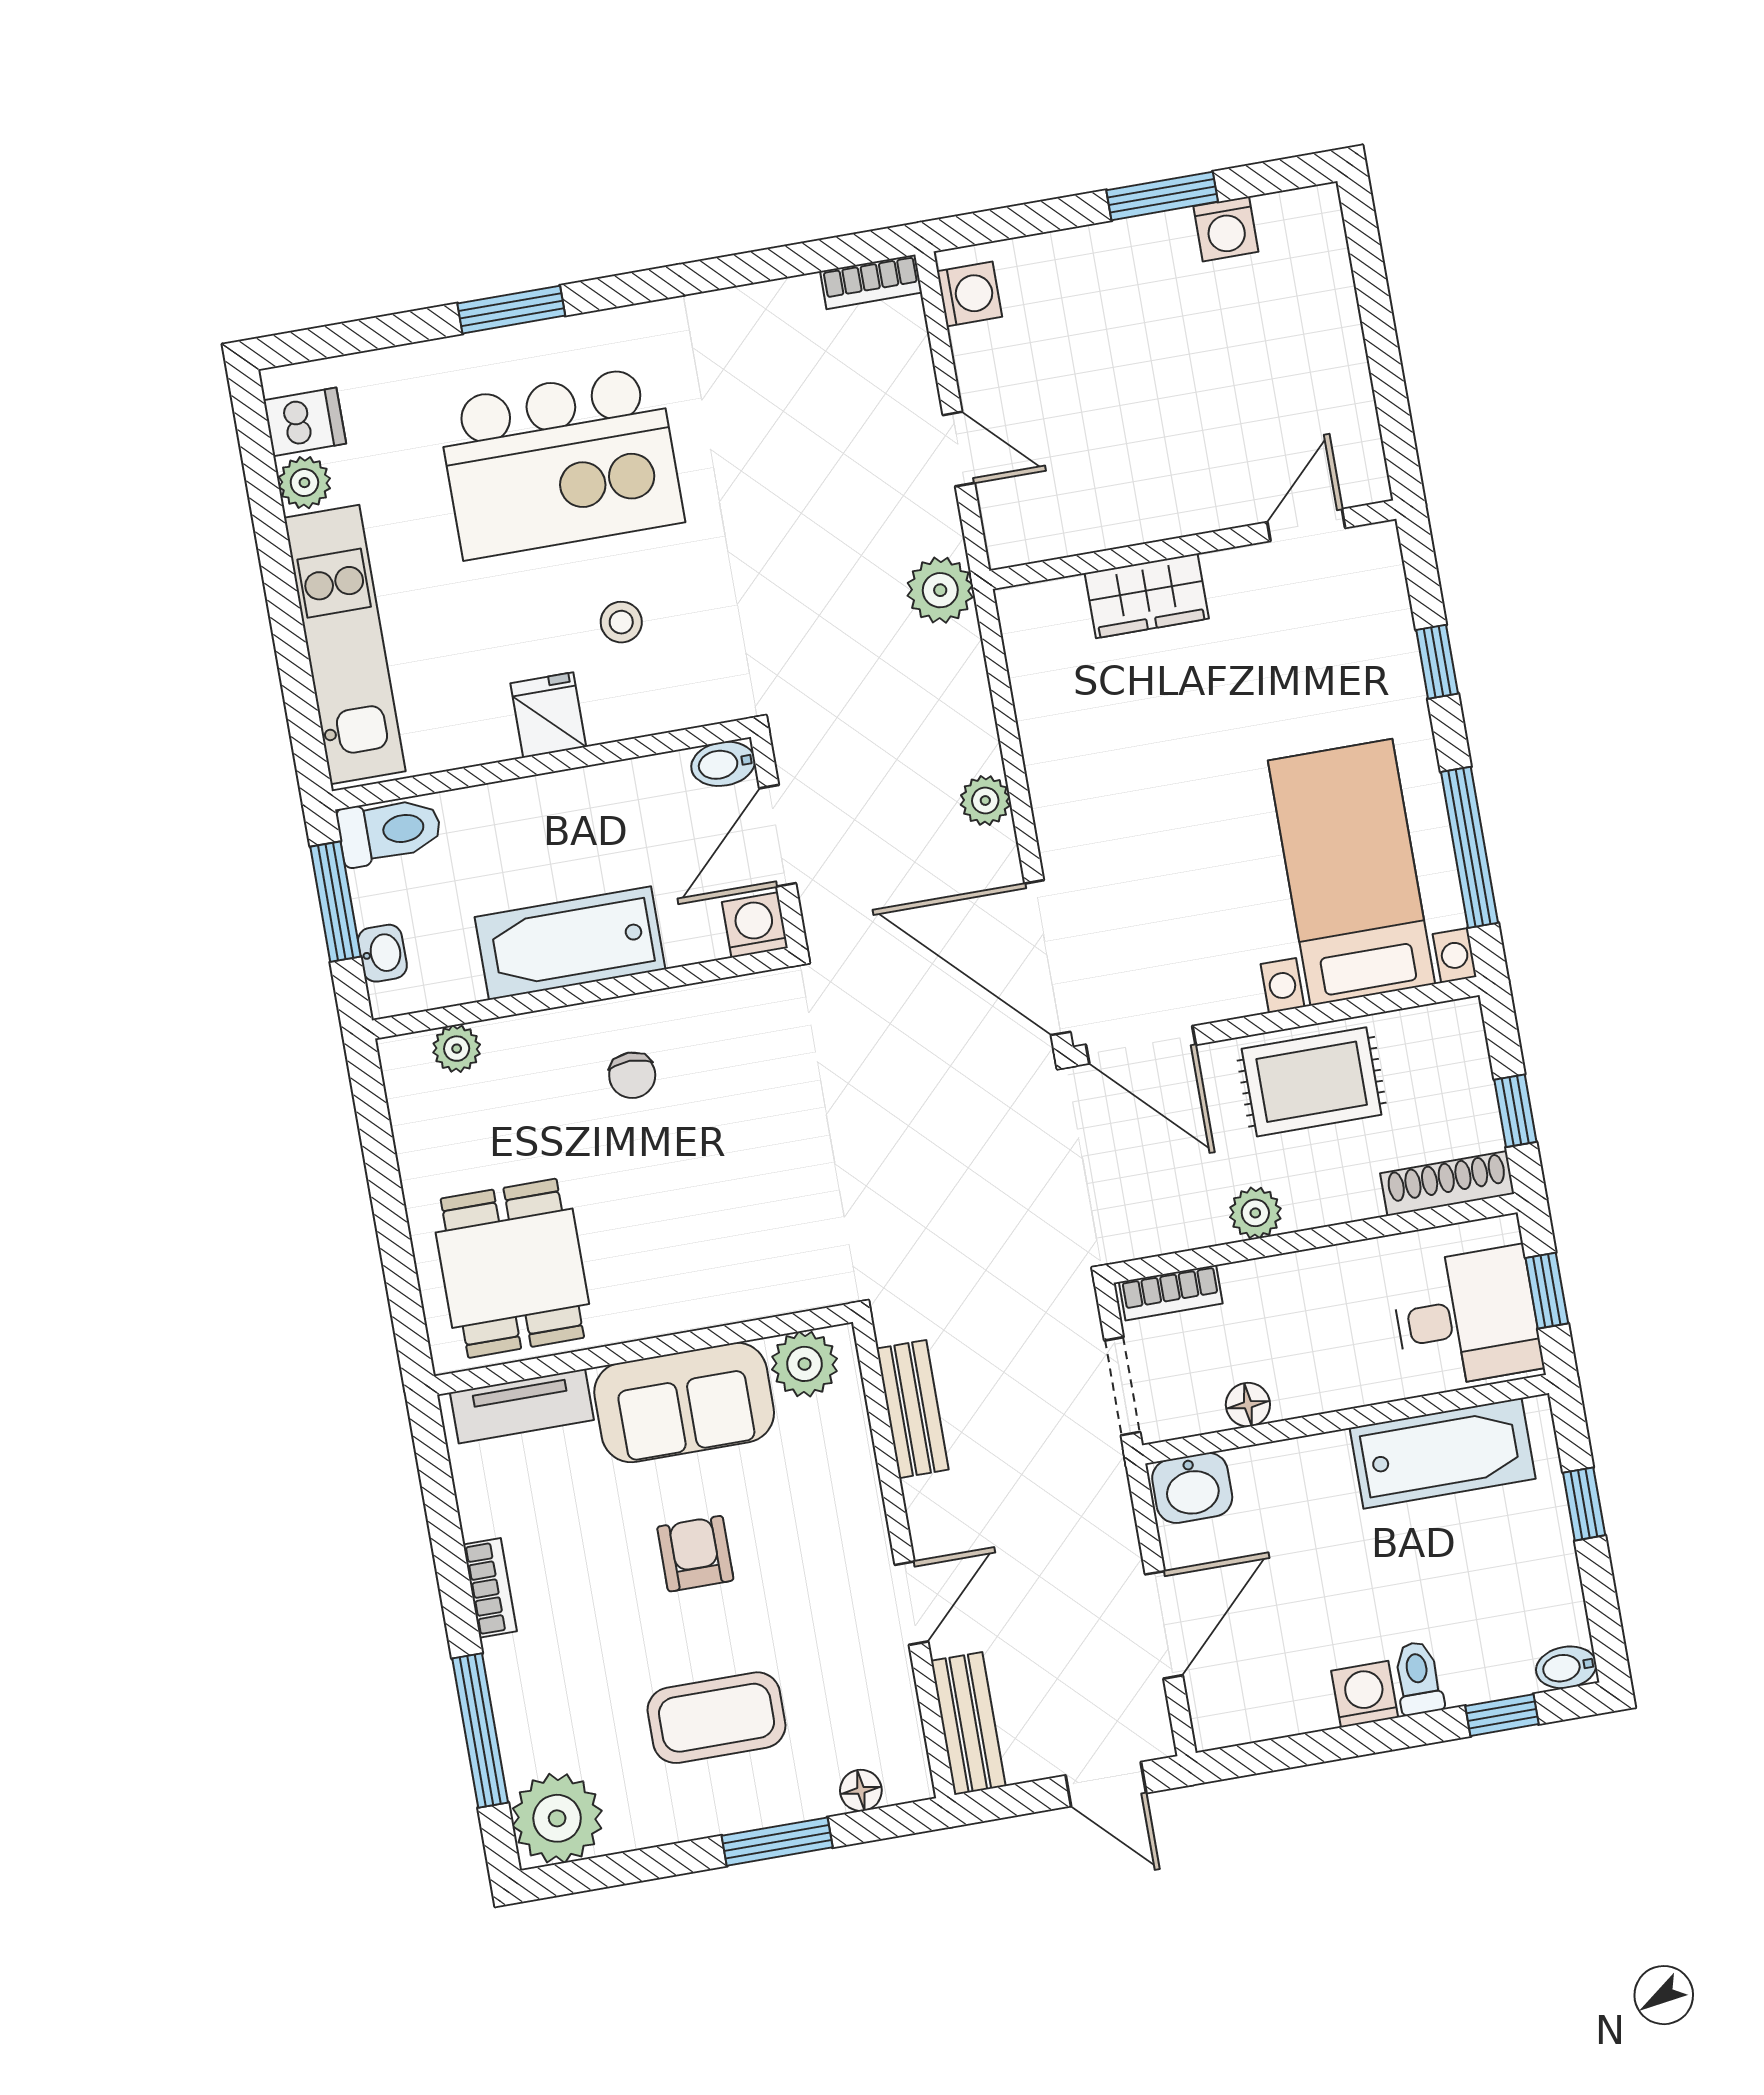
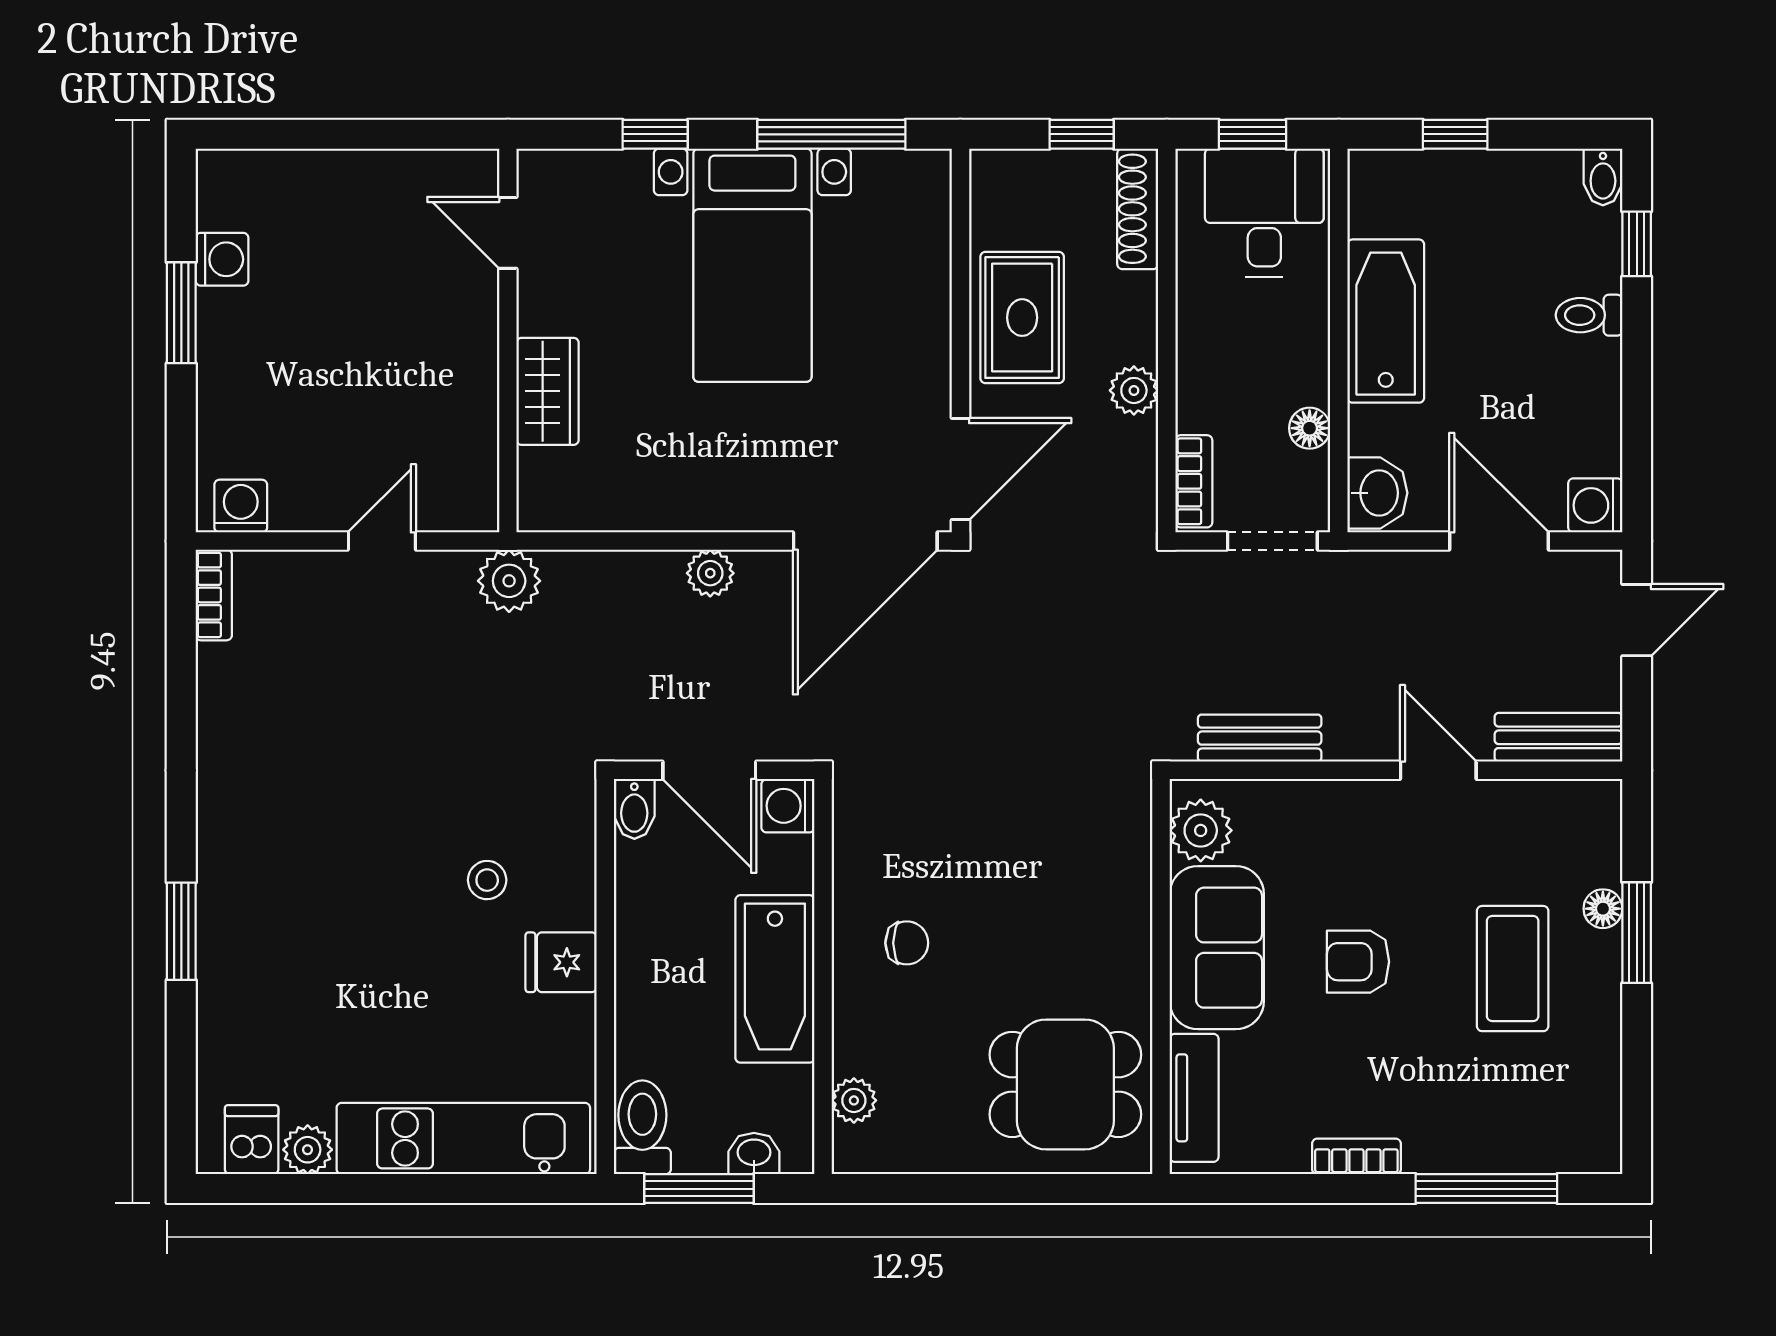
kitchen island: (561, 462) -> (330, 910), removed
bed with nightstands: (1351, 872) -> (752, 265), moved, turned -90
bathtub: (1443, 1453) -> (1386, 321), moved
washing machine: (1365, 1694) -> (1595, 505), moved
floor lamp: (861, 1790) -> (1603, 909), moved
plant: (557, 1818) -> (1580, 1132), removed

